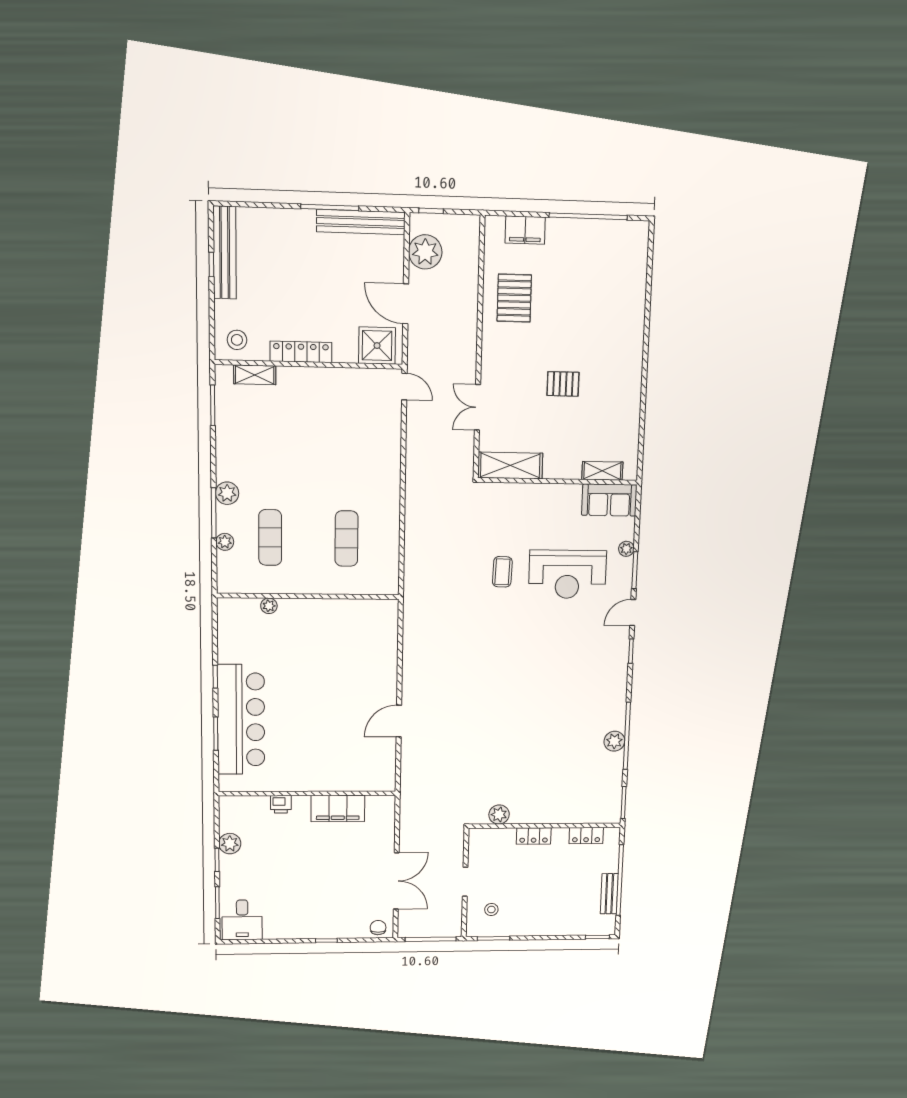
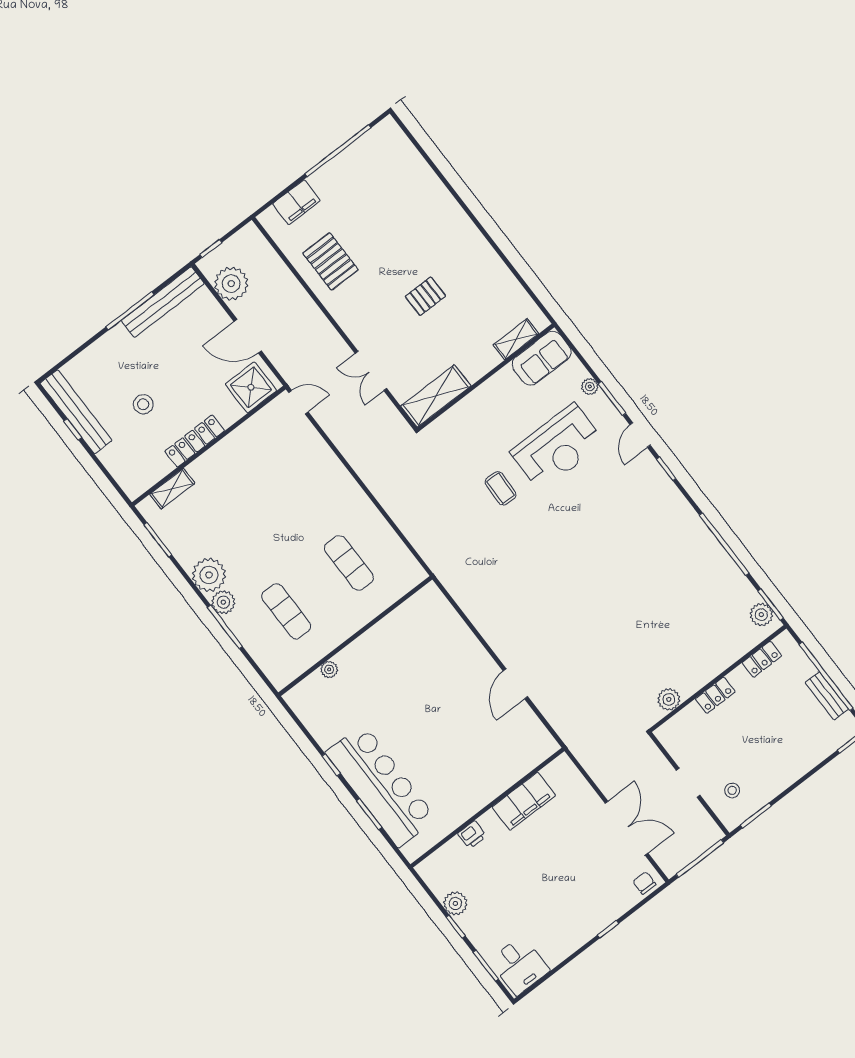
stool: (237, 340) -> (143, 404), moved
plant: (225, 542) -> (209, 575), moved, width x1.88, depth x1.88
plant: (614, 741) -> (761, 615), moved

